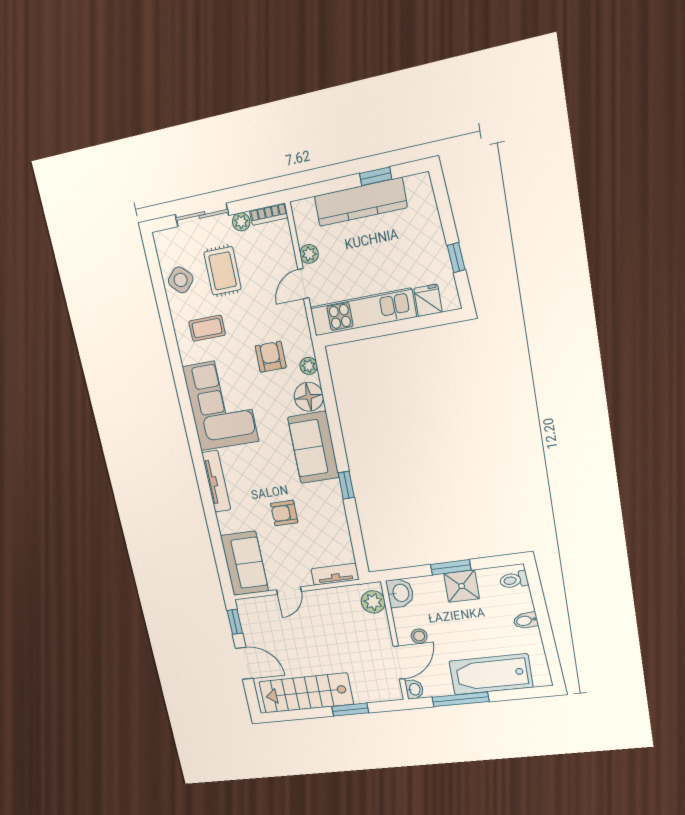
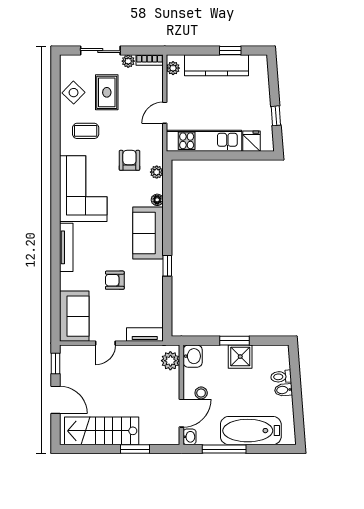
plant: (309, 254) -> (173, 68), moved
floor lamp: (309, 397) -> (157, 200), width x0.53, depth x0.53
toilet: (514, 580) -> (281, 377), moved

